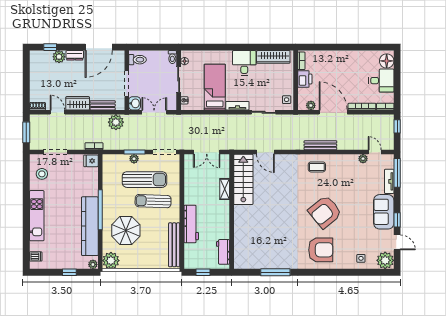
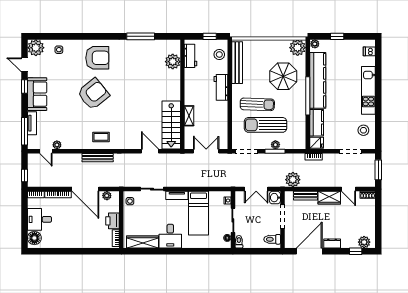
plant: (59, 57) -> (364, 242), moved
kitchen counter: (91, 182) -> (317, 123), added
workbench: (191, 224) -> (221, 87), width x0.73
plant: (242, 246) -> (173, 62), added
armchair: (321, 250) -> (97, 58), turned 180
stool: (193, 253) -> (219, 54), added

